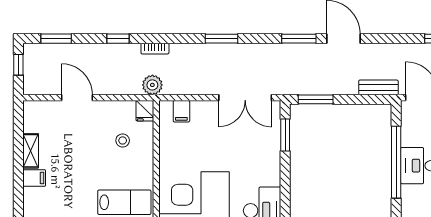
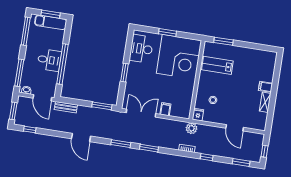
window: (299, 39) -> (121, 144), moved
filing cabinet: (181, 111) -> (165, 109), moved
window: (285, 135) -> (124, 73), moved

